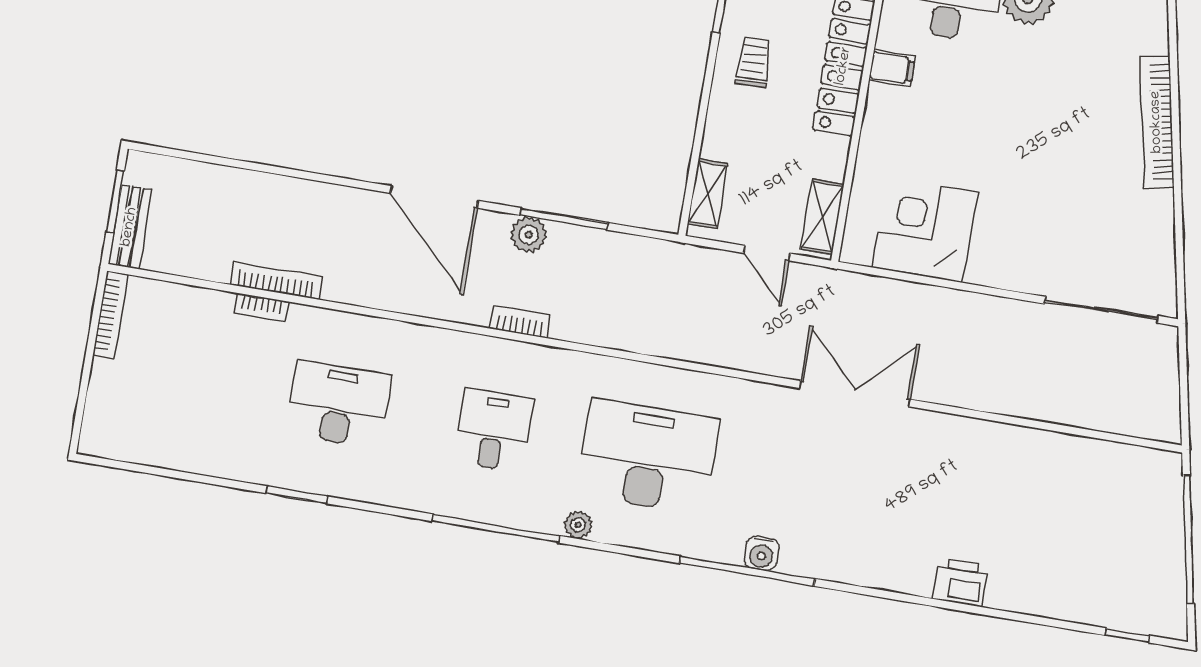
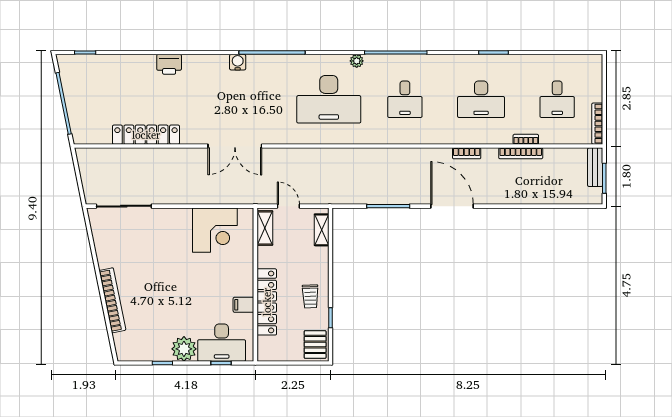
plant: (529, 235) -> (404, 196), removed
bookcase: (520, 322) -> (467, 153), moved
desk: (184, 378) -> (557, 99), added
locker: (1032, 447) -> (146, 135), added
water cooler: (762, 553) -> (238, 62), moved

